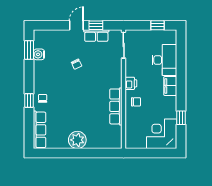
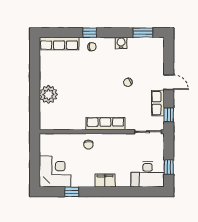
window: (96, 25) -> (169, 115), moved
water cooler: (39, 54) -> (121, 43), moved
desk: (164, 60) -> (148, 174), moved
printer: (131, 83) -> (108, 139), removed
row of seats: (116, 106) -> (105, 124), moved
plant: (77, 140) -> (48, 94), moved

